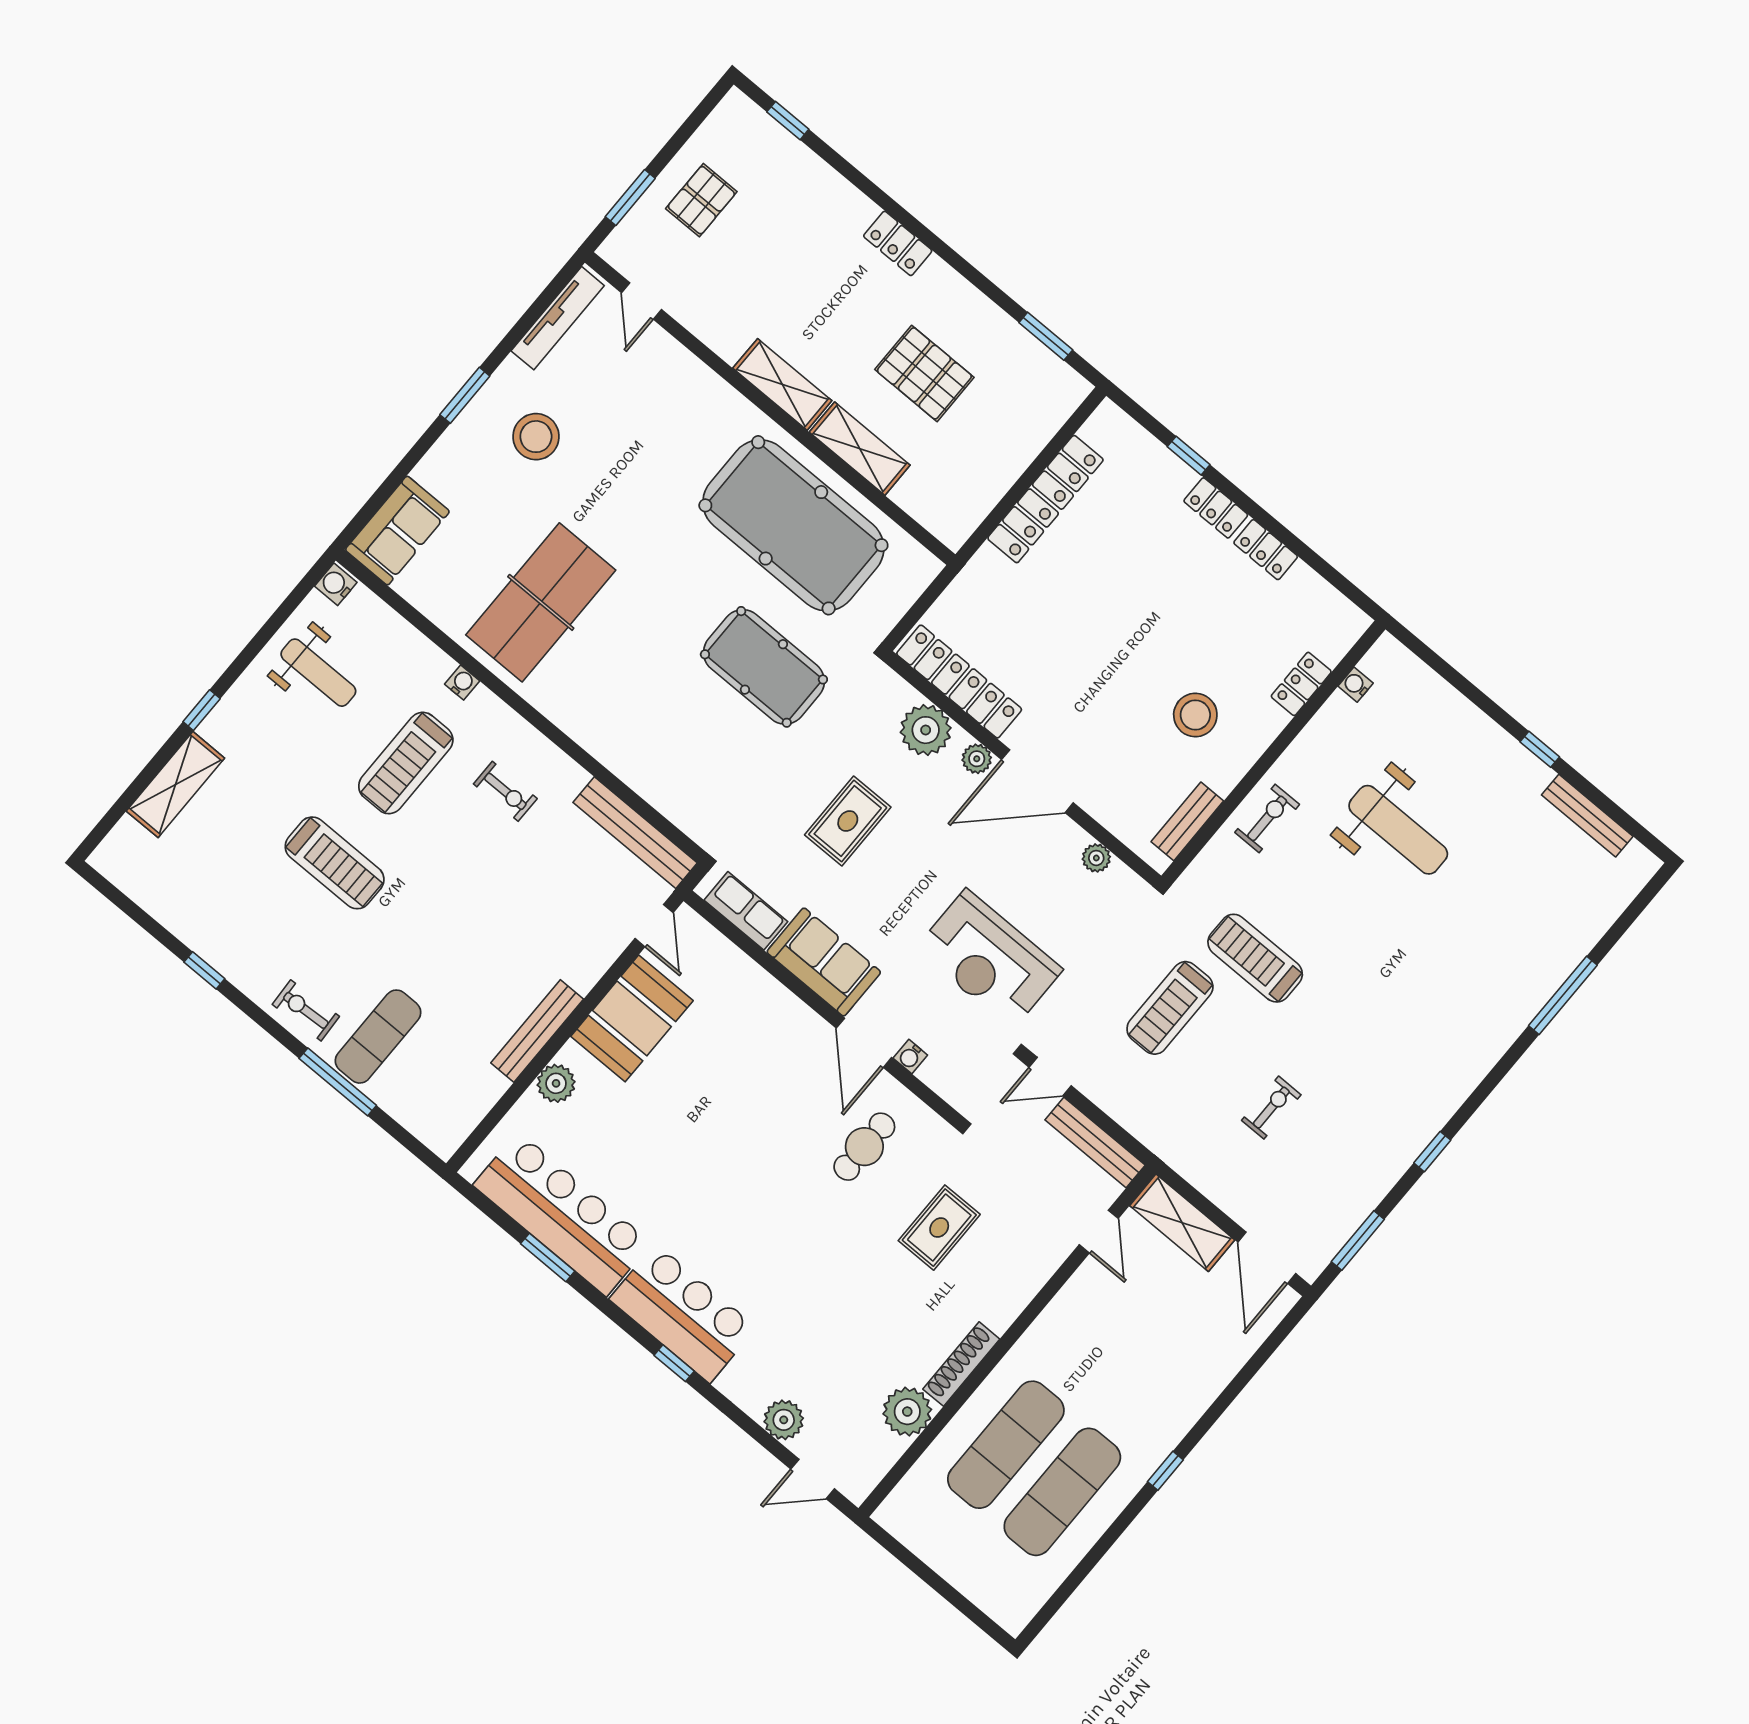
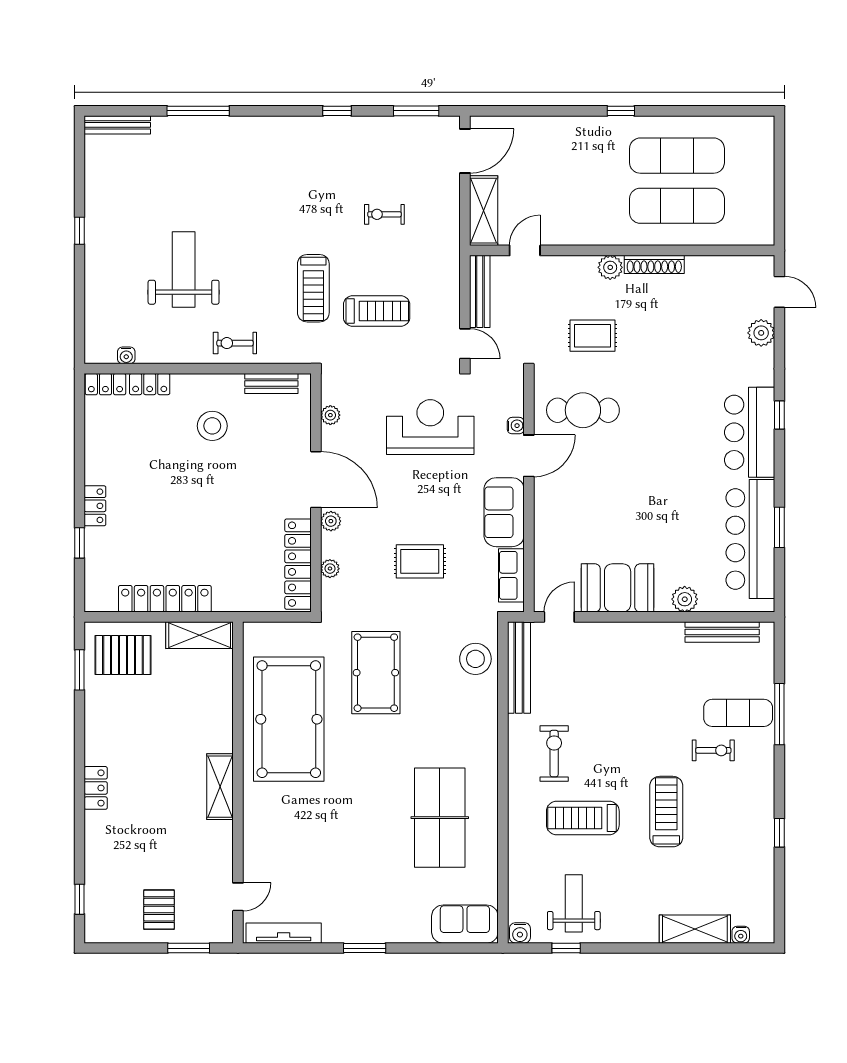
pallet: (701, 200) -> (159, 910), turned 90
pallet: (924, 373) -> (123, 655), moved, turned 90
stool: (536, 437) -> (475, 659), moved
shelving: (860, 449) -> (200, 635), moved, turned 90
locker: (1266, 550) -> (105, 384), moved, turned 90
table tennis table: (541, 602) -> (440, 818), turned 90
water cooler: (462, 683) -> (741, 935), moved, turned -90
window: (202, 710) -> (566, 948), moved
plant: (926, 730) -> (330, 569), width x0.53, depth x0.53
treadmill: (406, 763) -> (583, 818), turned 180
exercise bike: (505, 791) -> (554, 754), width x1.38, depth x1.39
bench: (1587, 816) -> (117, 125), moved, turned 90
reception desk: (989, 959) -> (430, 427), turned -90
exercise bike: (306, 1010) -> (713, 750), moved, turned -87
bench: (537, 1031) -> (722, 632), moved
cafe table: (864, 1147) -> (583, 410), width x1.37, depth x1.35
plant: (907, 1412) -> (610, 267), moved, width x0.73, depth x0.73

